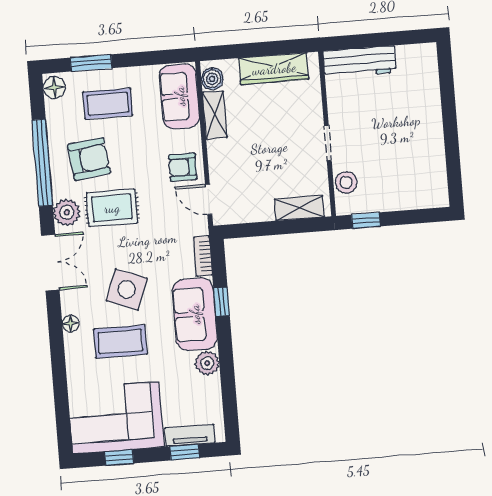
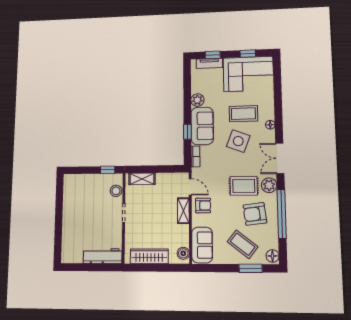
coffee table: (108, 104) -> (243, 244), turned 38
shelving: (215, 115) -> (183, 211), moved

